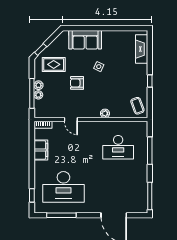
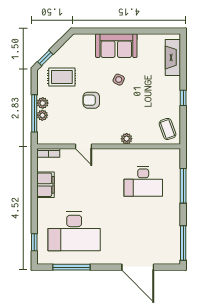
sofa: (85, 40) -> (116, 46), moved

